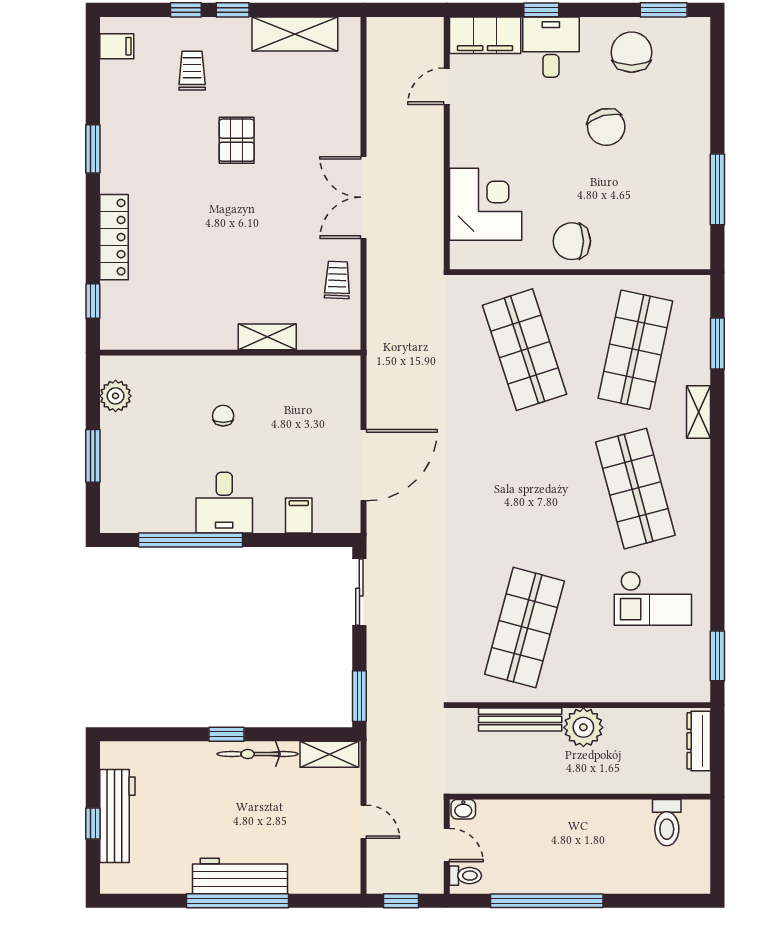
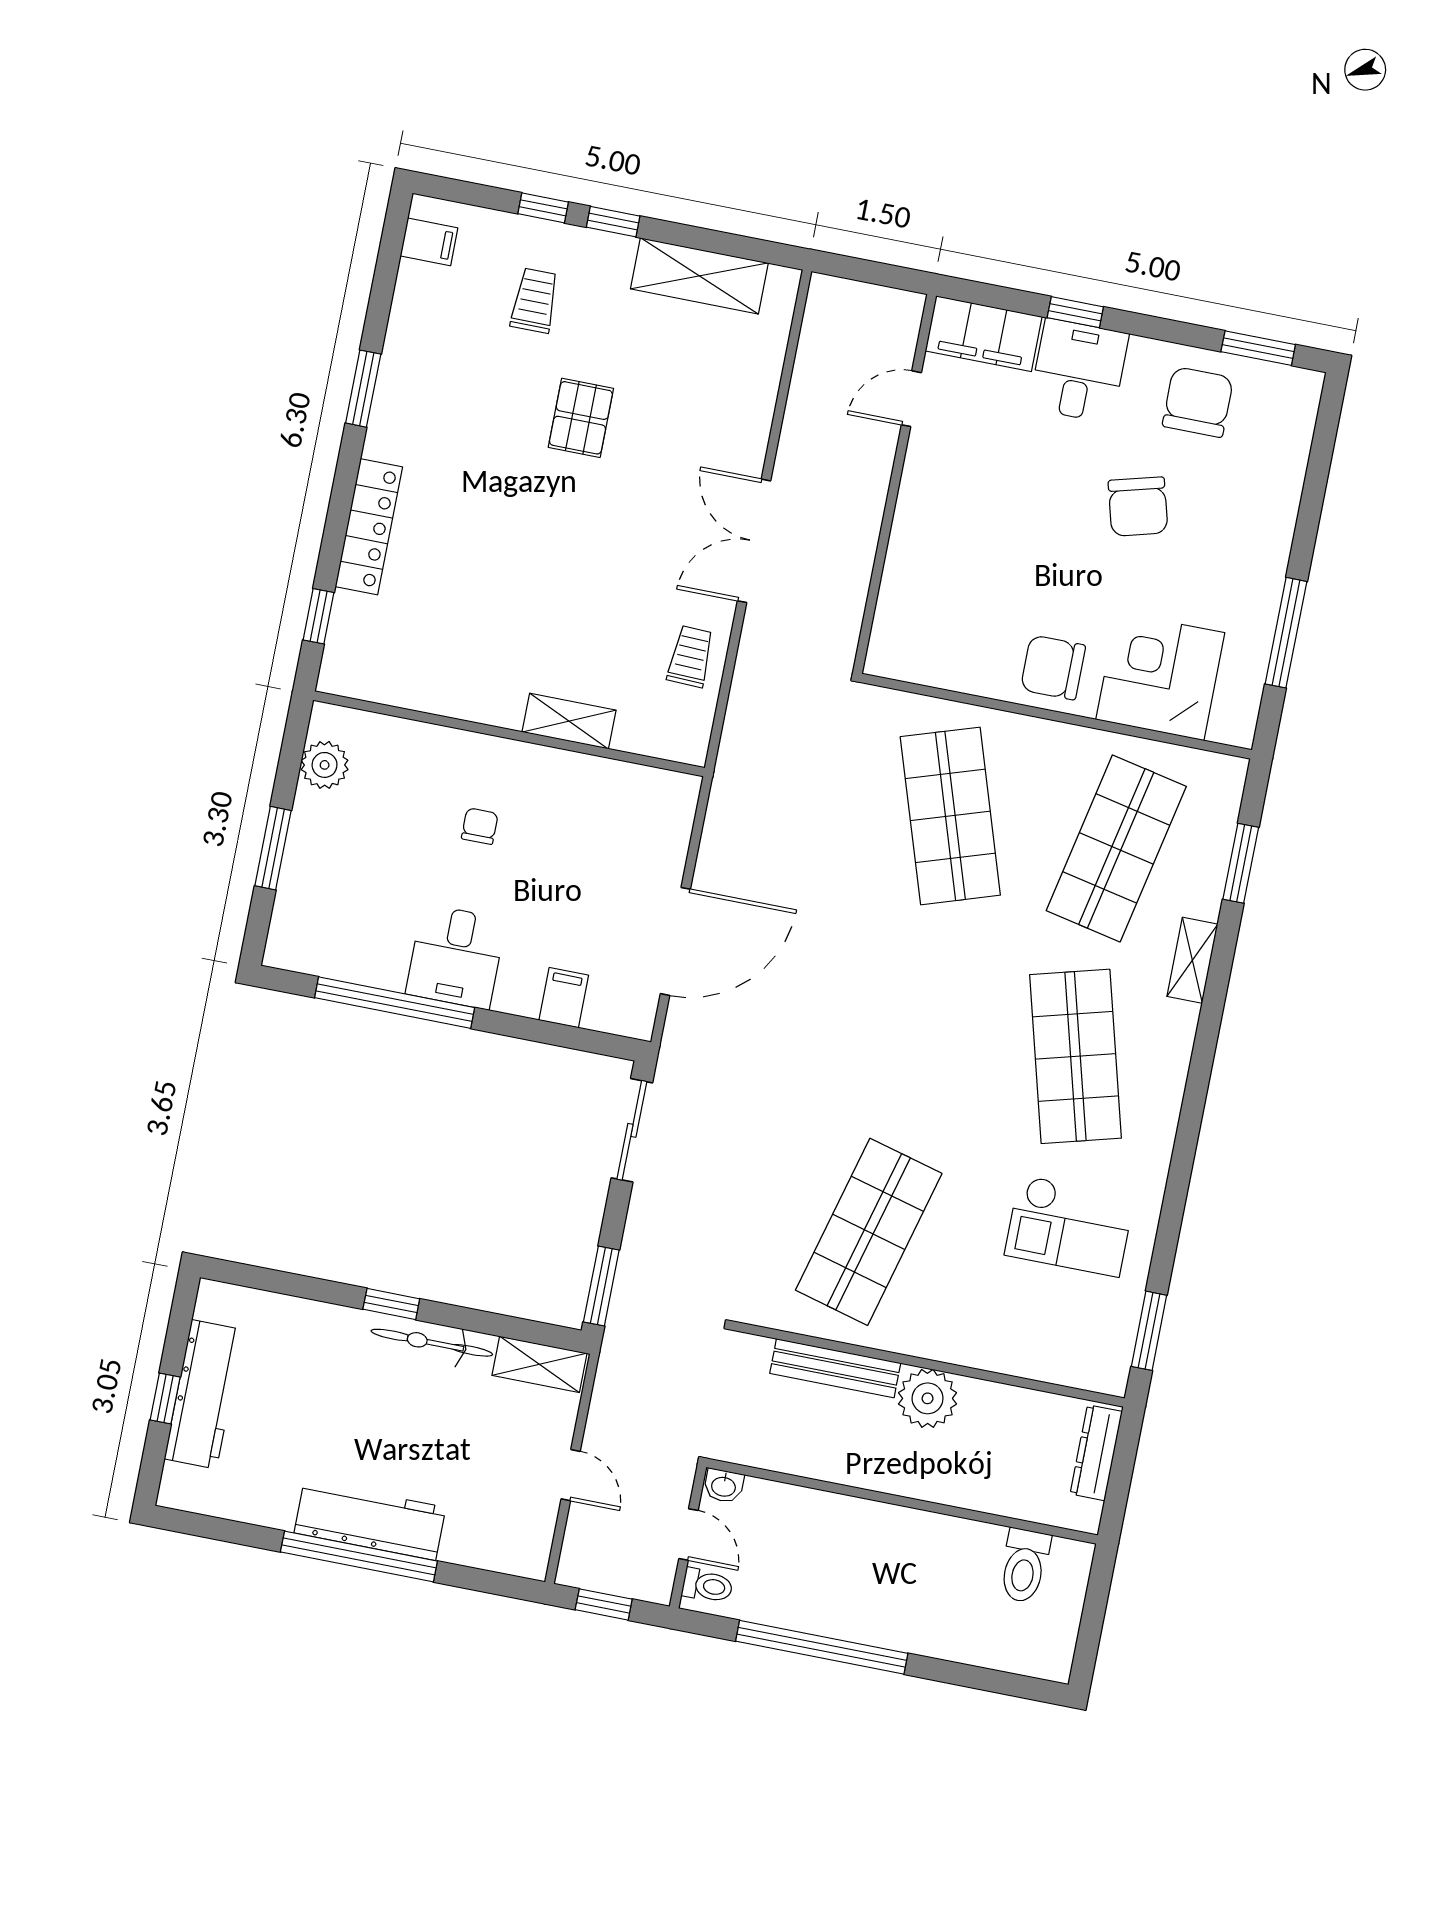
corner desk: (486, 204) -> (1160, 676), moved, turned -90

